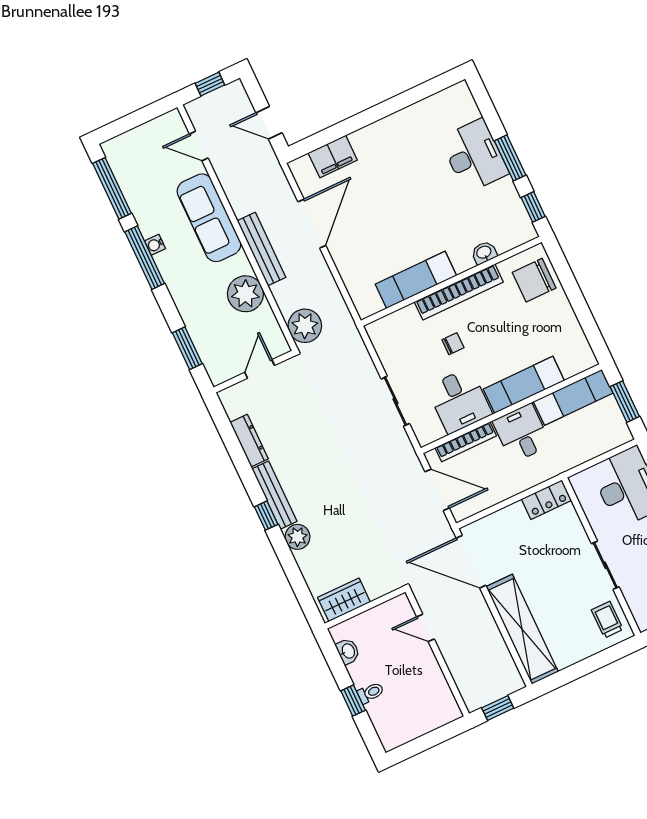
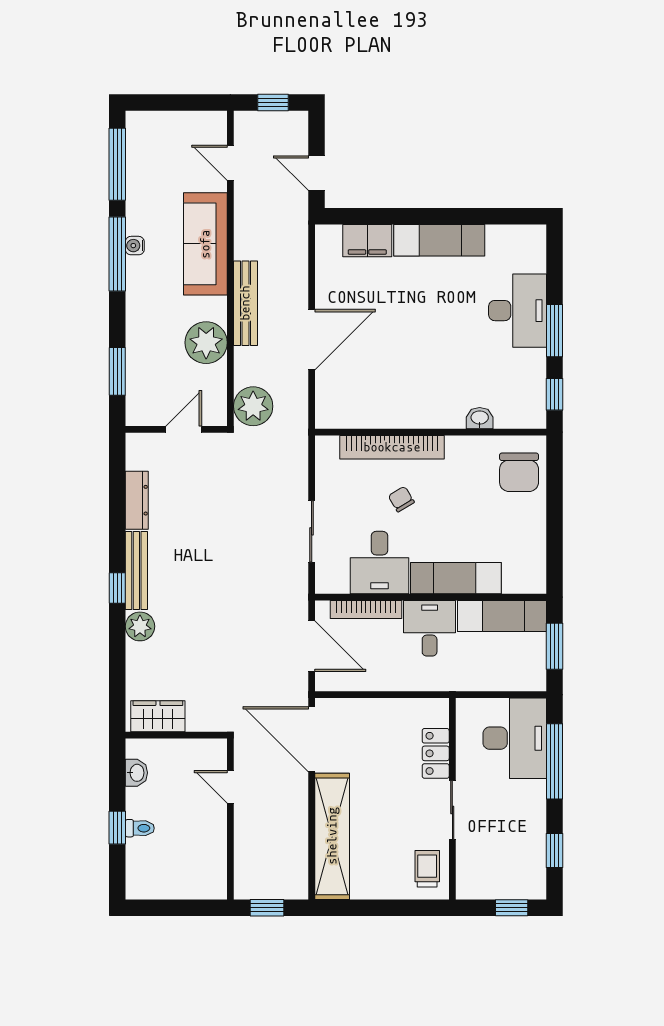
door: (312, 224) -> (312, 340), moved
exam couch: (416, 280) -> (439, 240), moved, turned 180
chair: (534, 280) -> (519, 472), turned -90
bookcase: (459, 292) -> (392, 447), moved
chair: (453, 344) -> (401, 499), turned -121
locker: (546, 500) -> (436, 753), moved, turned 90

